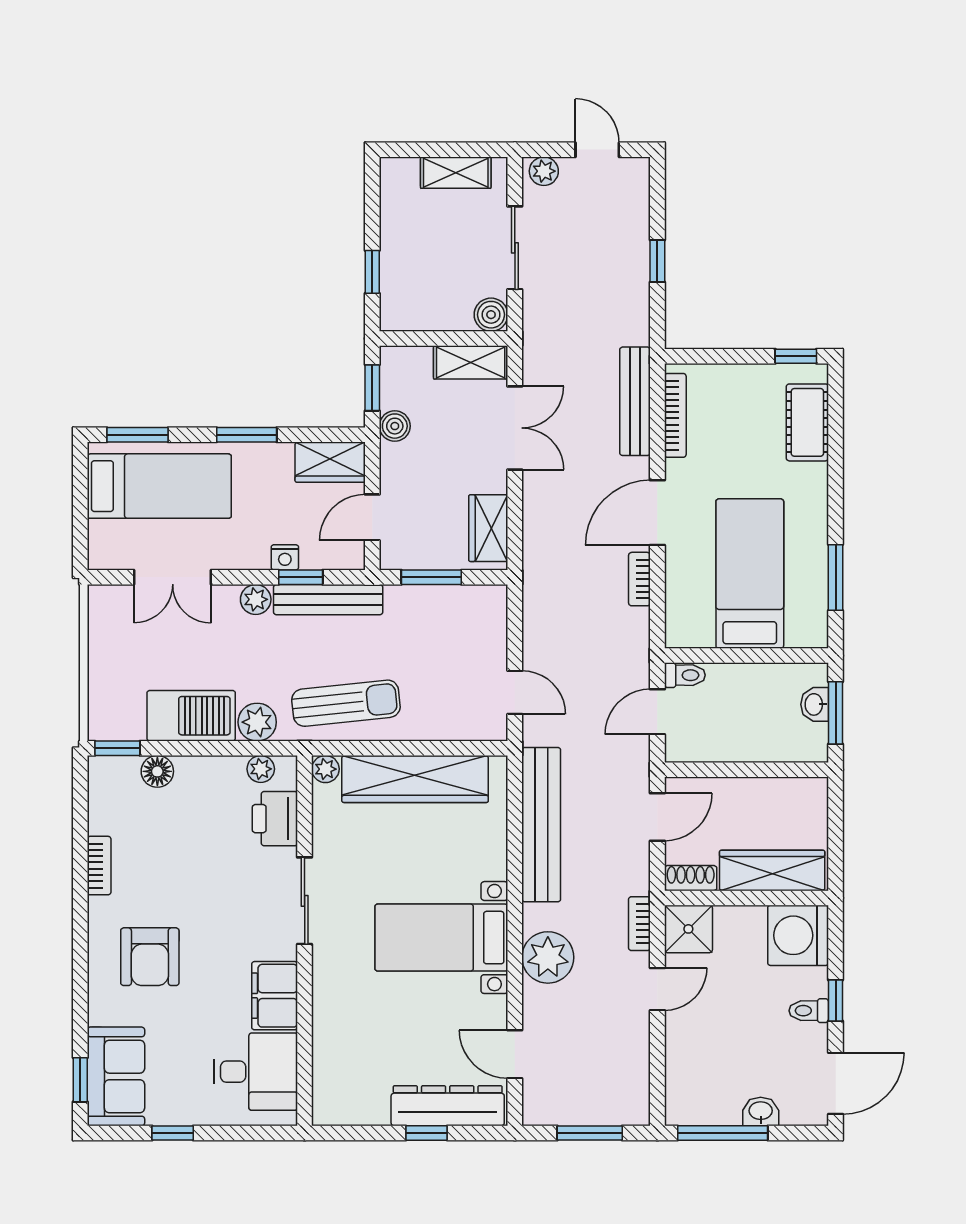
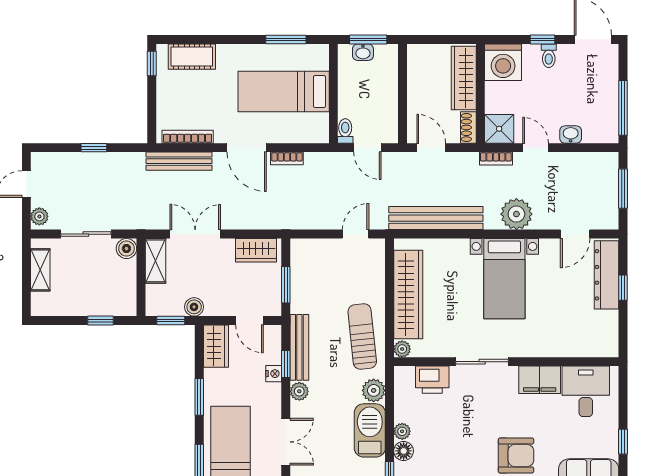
plant: (261, 769) -> (402, 431), moved
washbasin: (761, 1112) -> (571, 135), moved, turned 90

